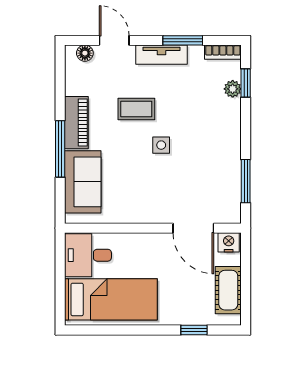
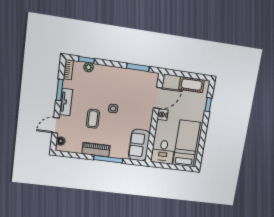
sofa: (83, 182) -> (139, 145), moved, turned -90
nightstand: (229, 242) -> (163, 115), moved

